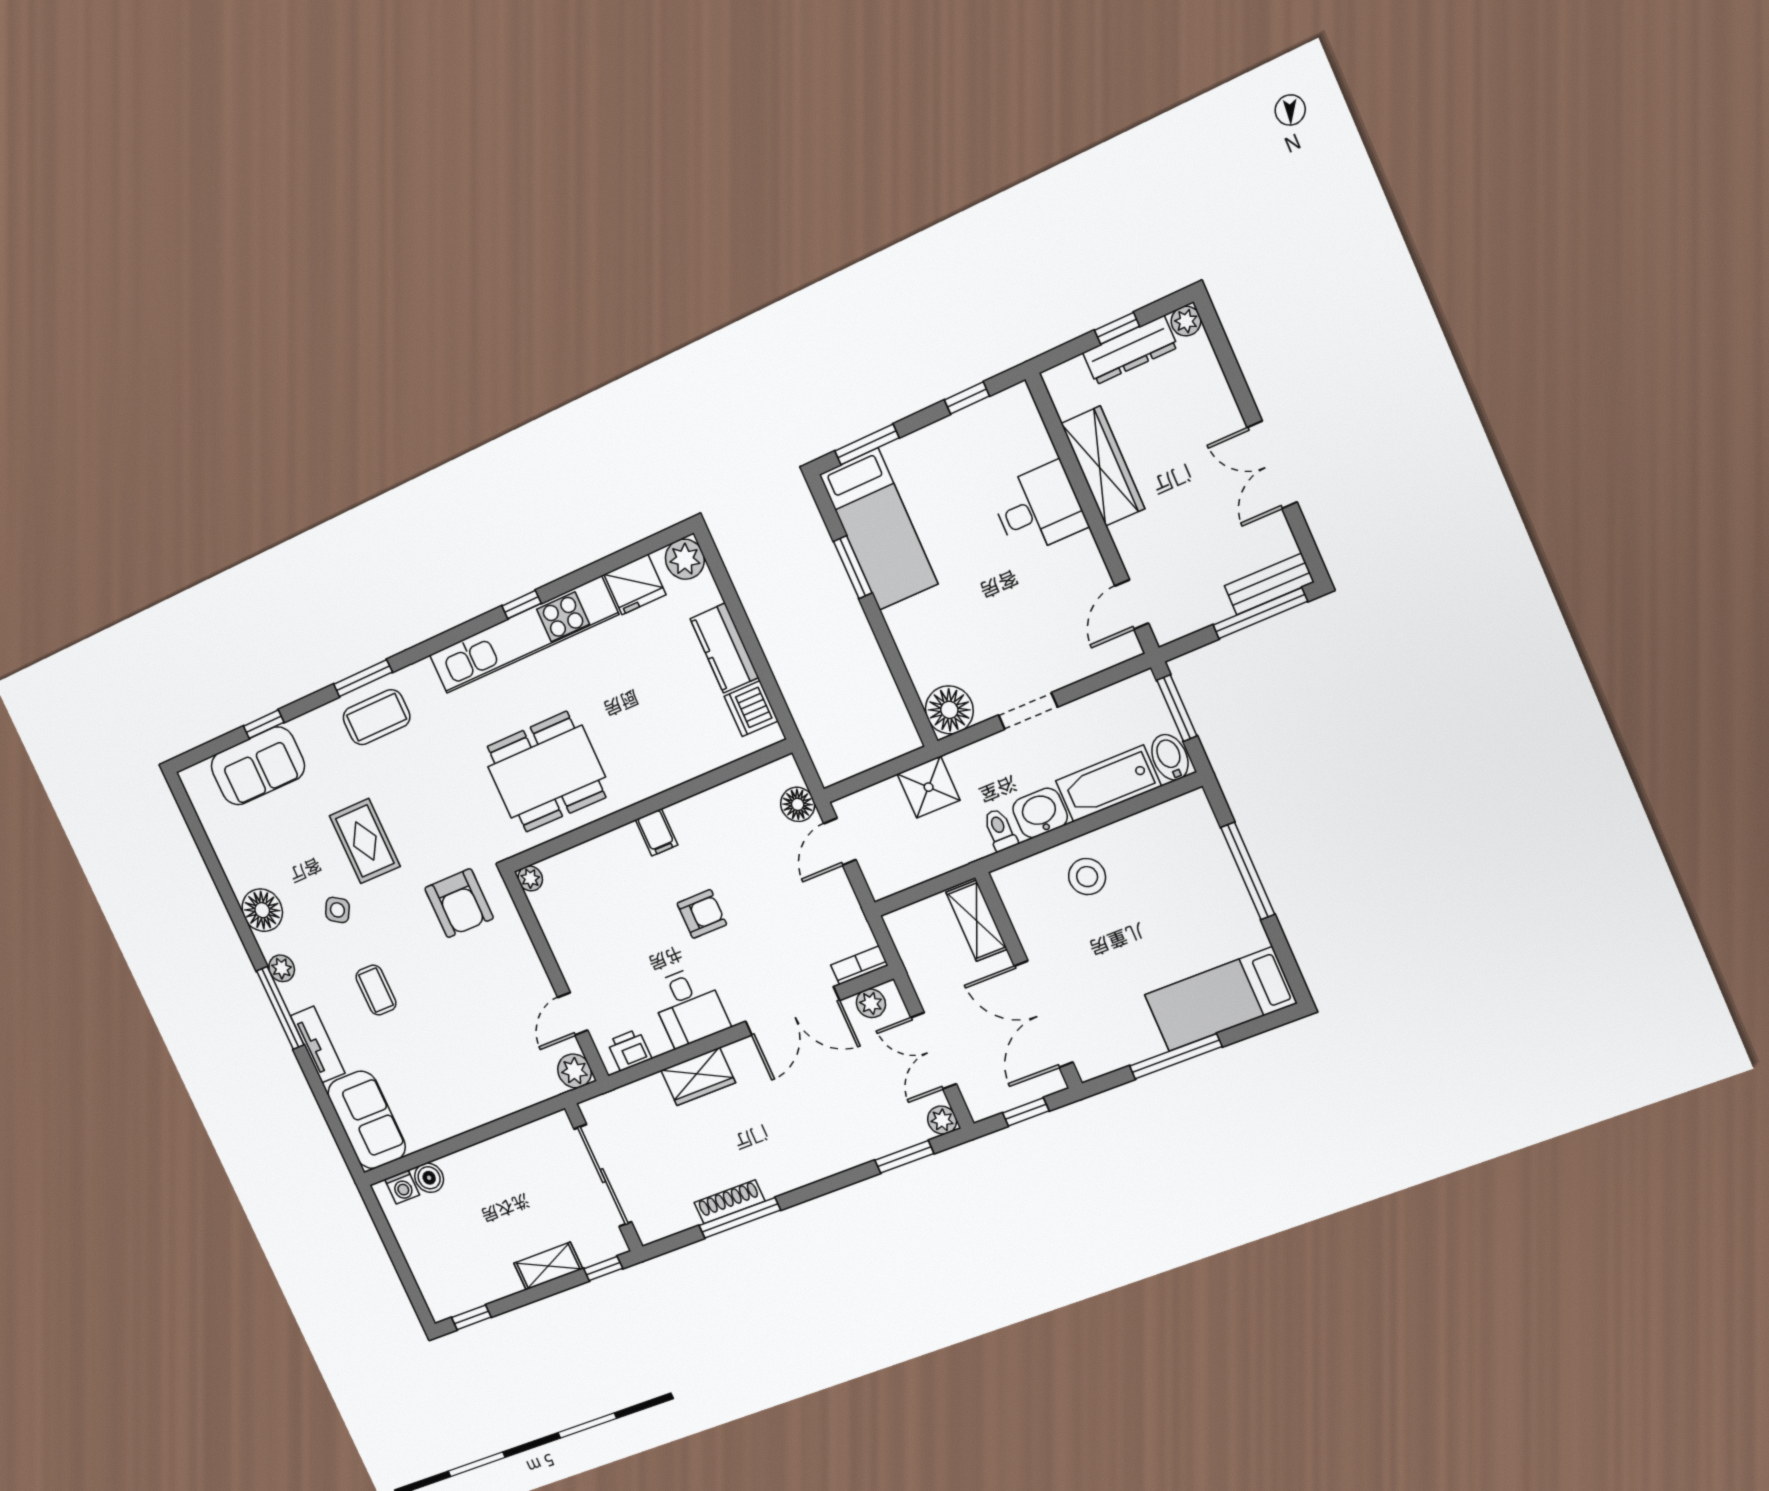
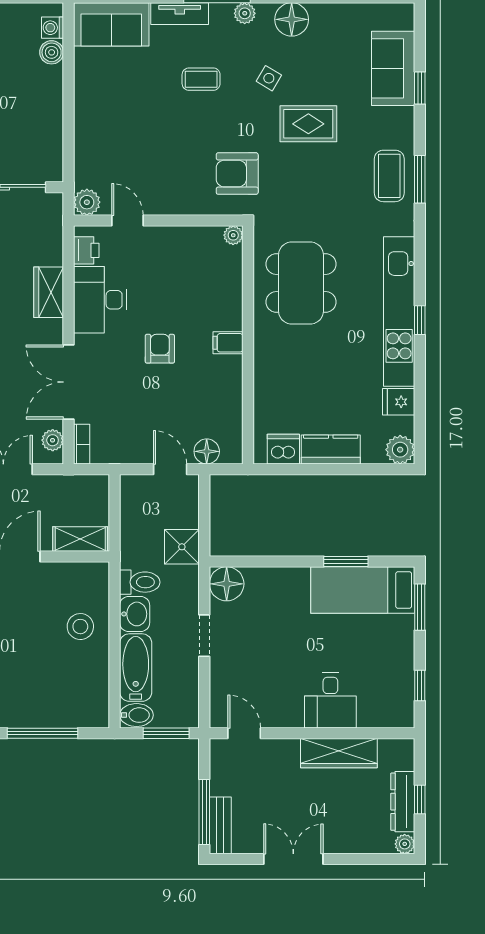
fridge: (635, 585) -> (399, 402), width x0.72
toilet: (1000, 830) -> (140, 582), width x1.37, depth x1.39
armchair: (702, 914) -> (160, 349), turned 180
desk: (689, 1007) -> (100, 300), width x1.37

